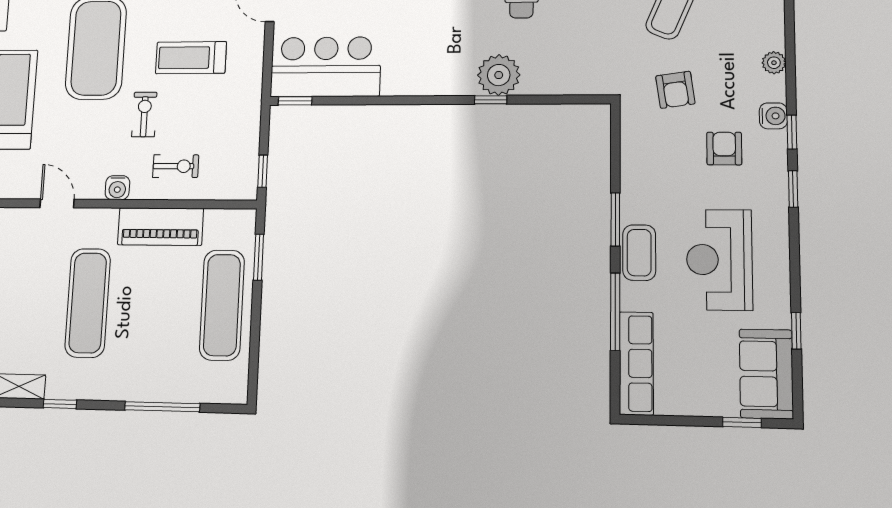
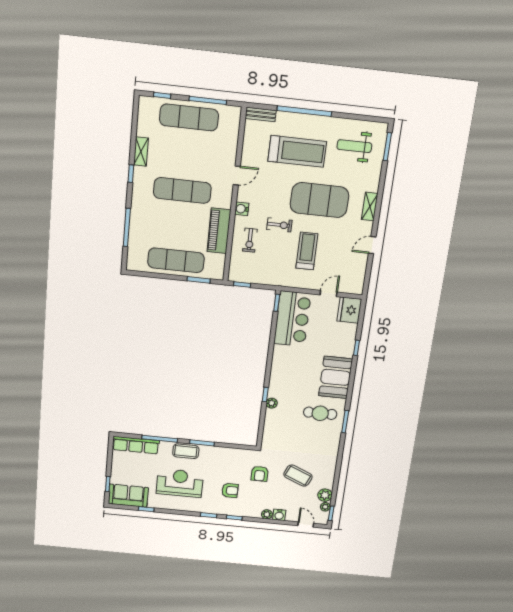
plant: (499, 75) -> (272, 403), width x0.53, depth x0.53
armchair: (675, 90) -> (260, 474), turned -82
water cooler: (773, 116) -> (279, 515), moved

